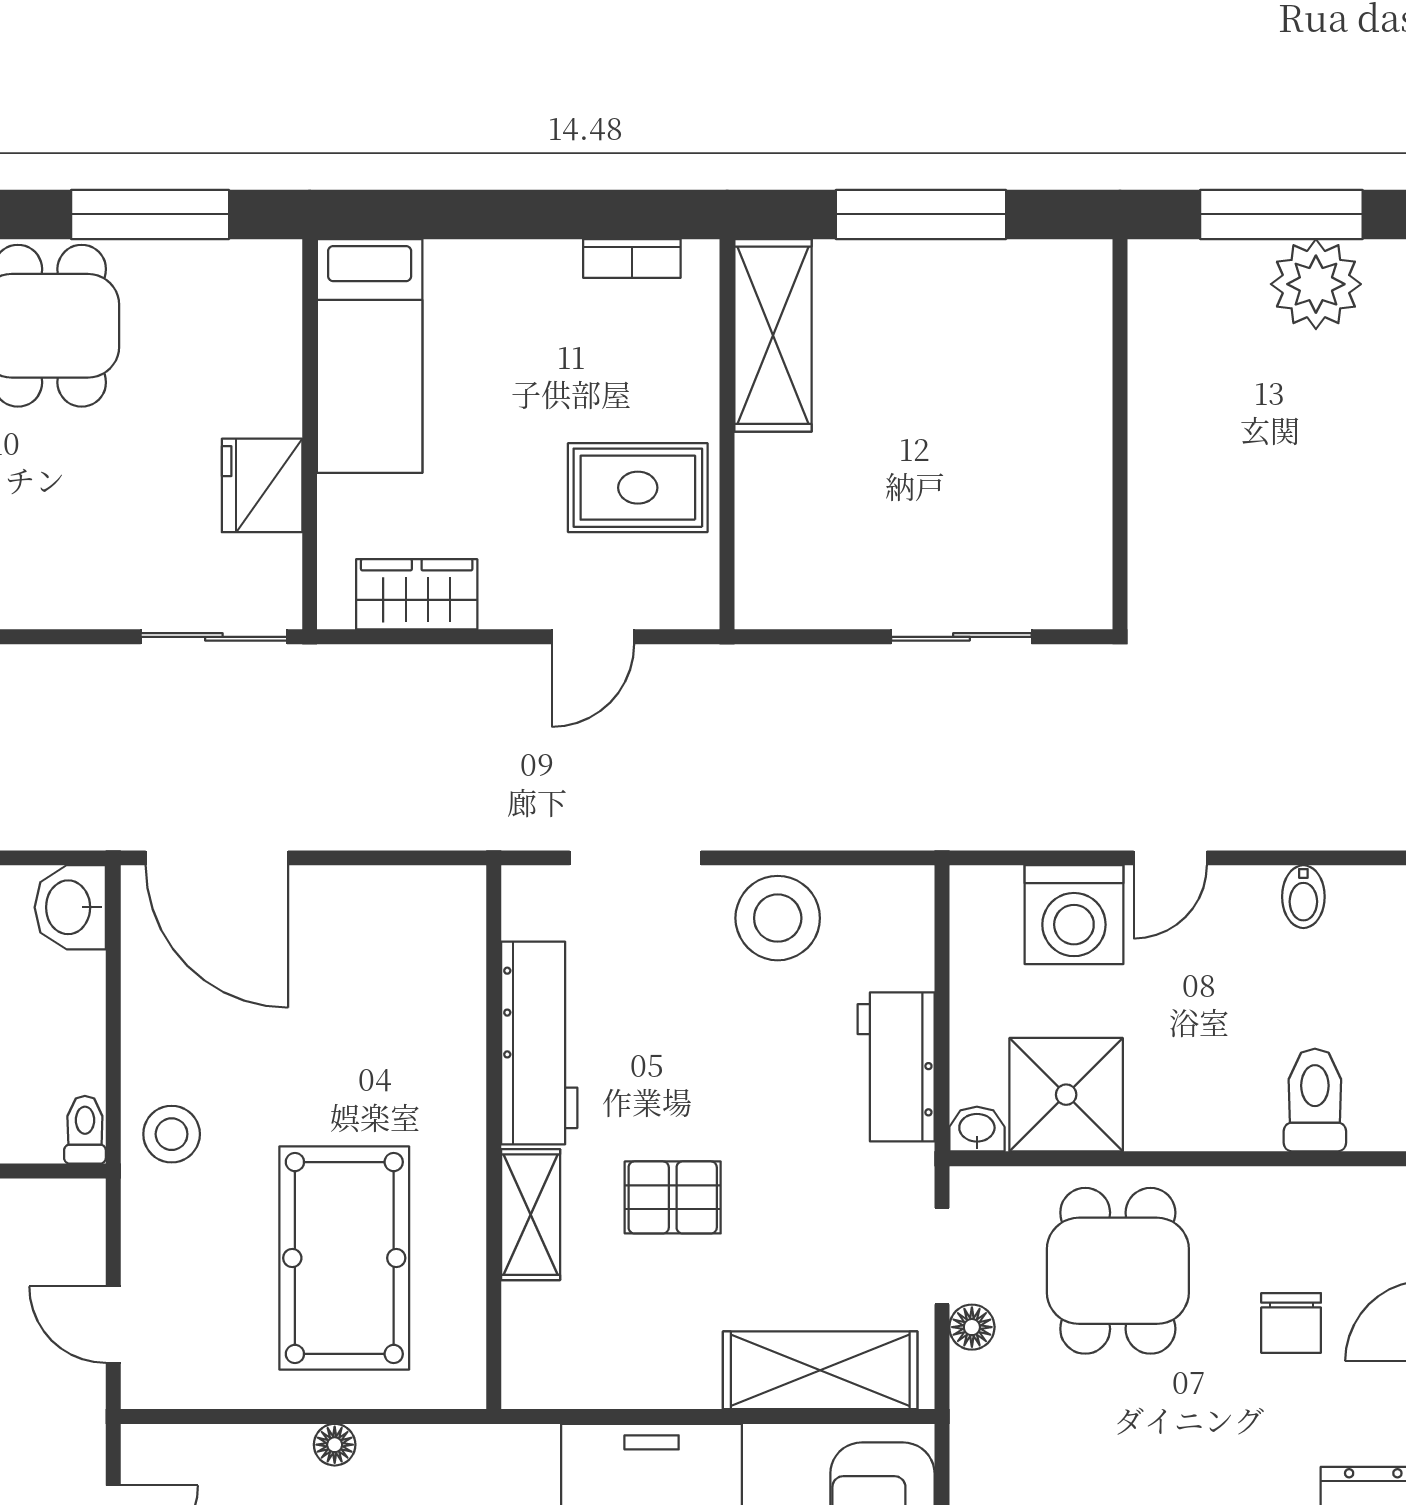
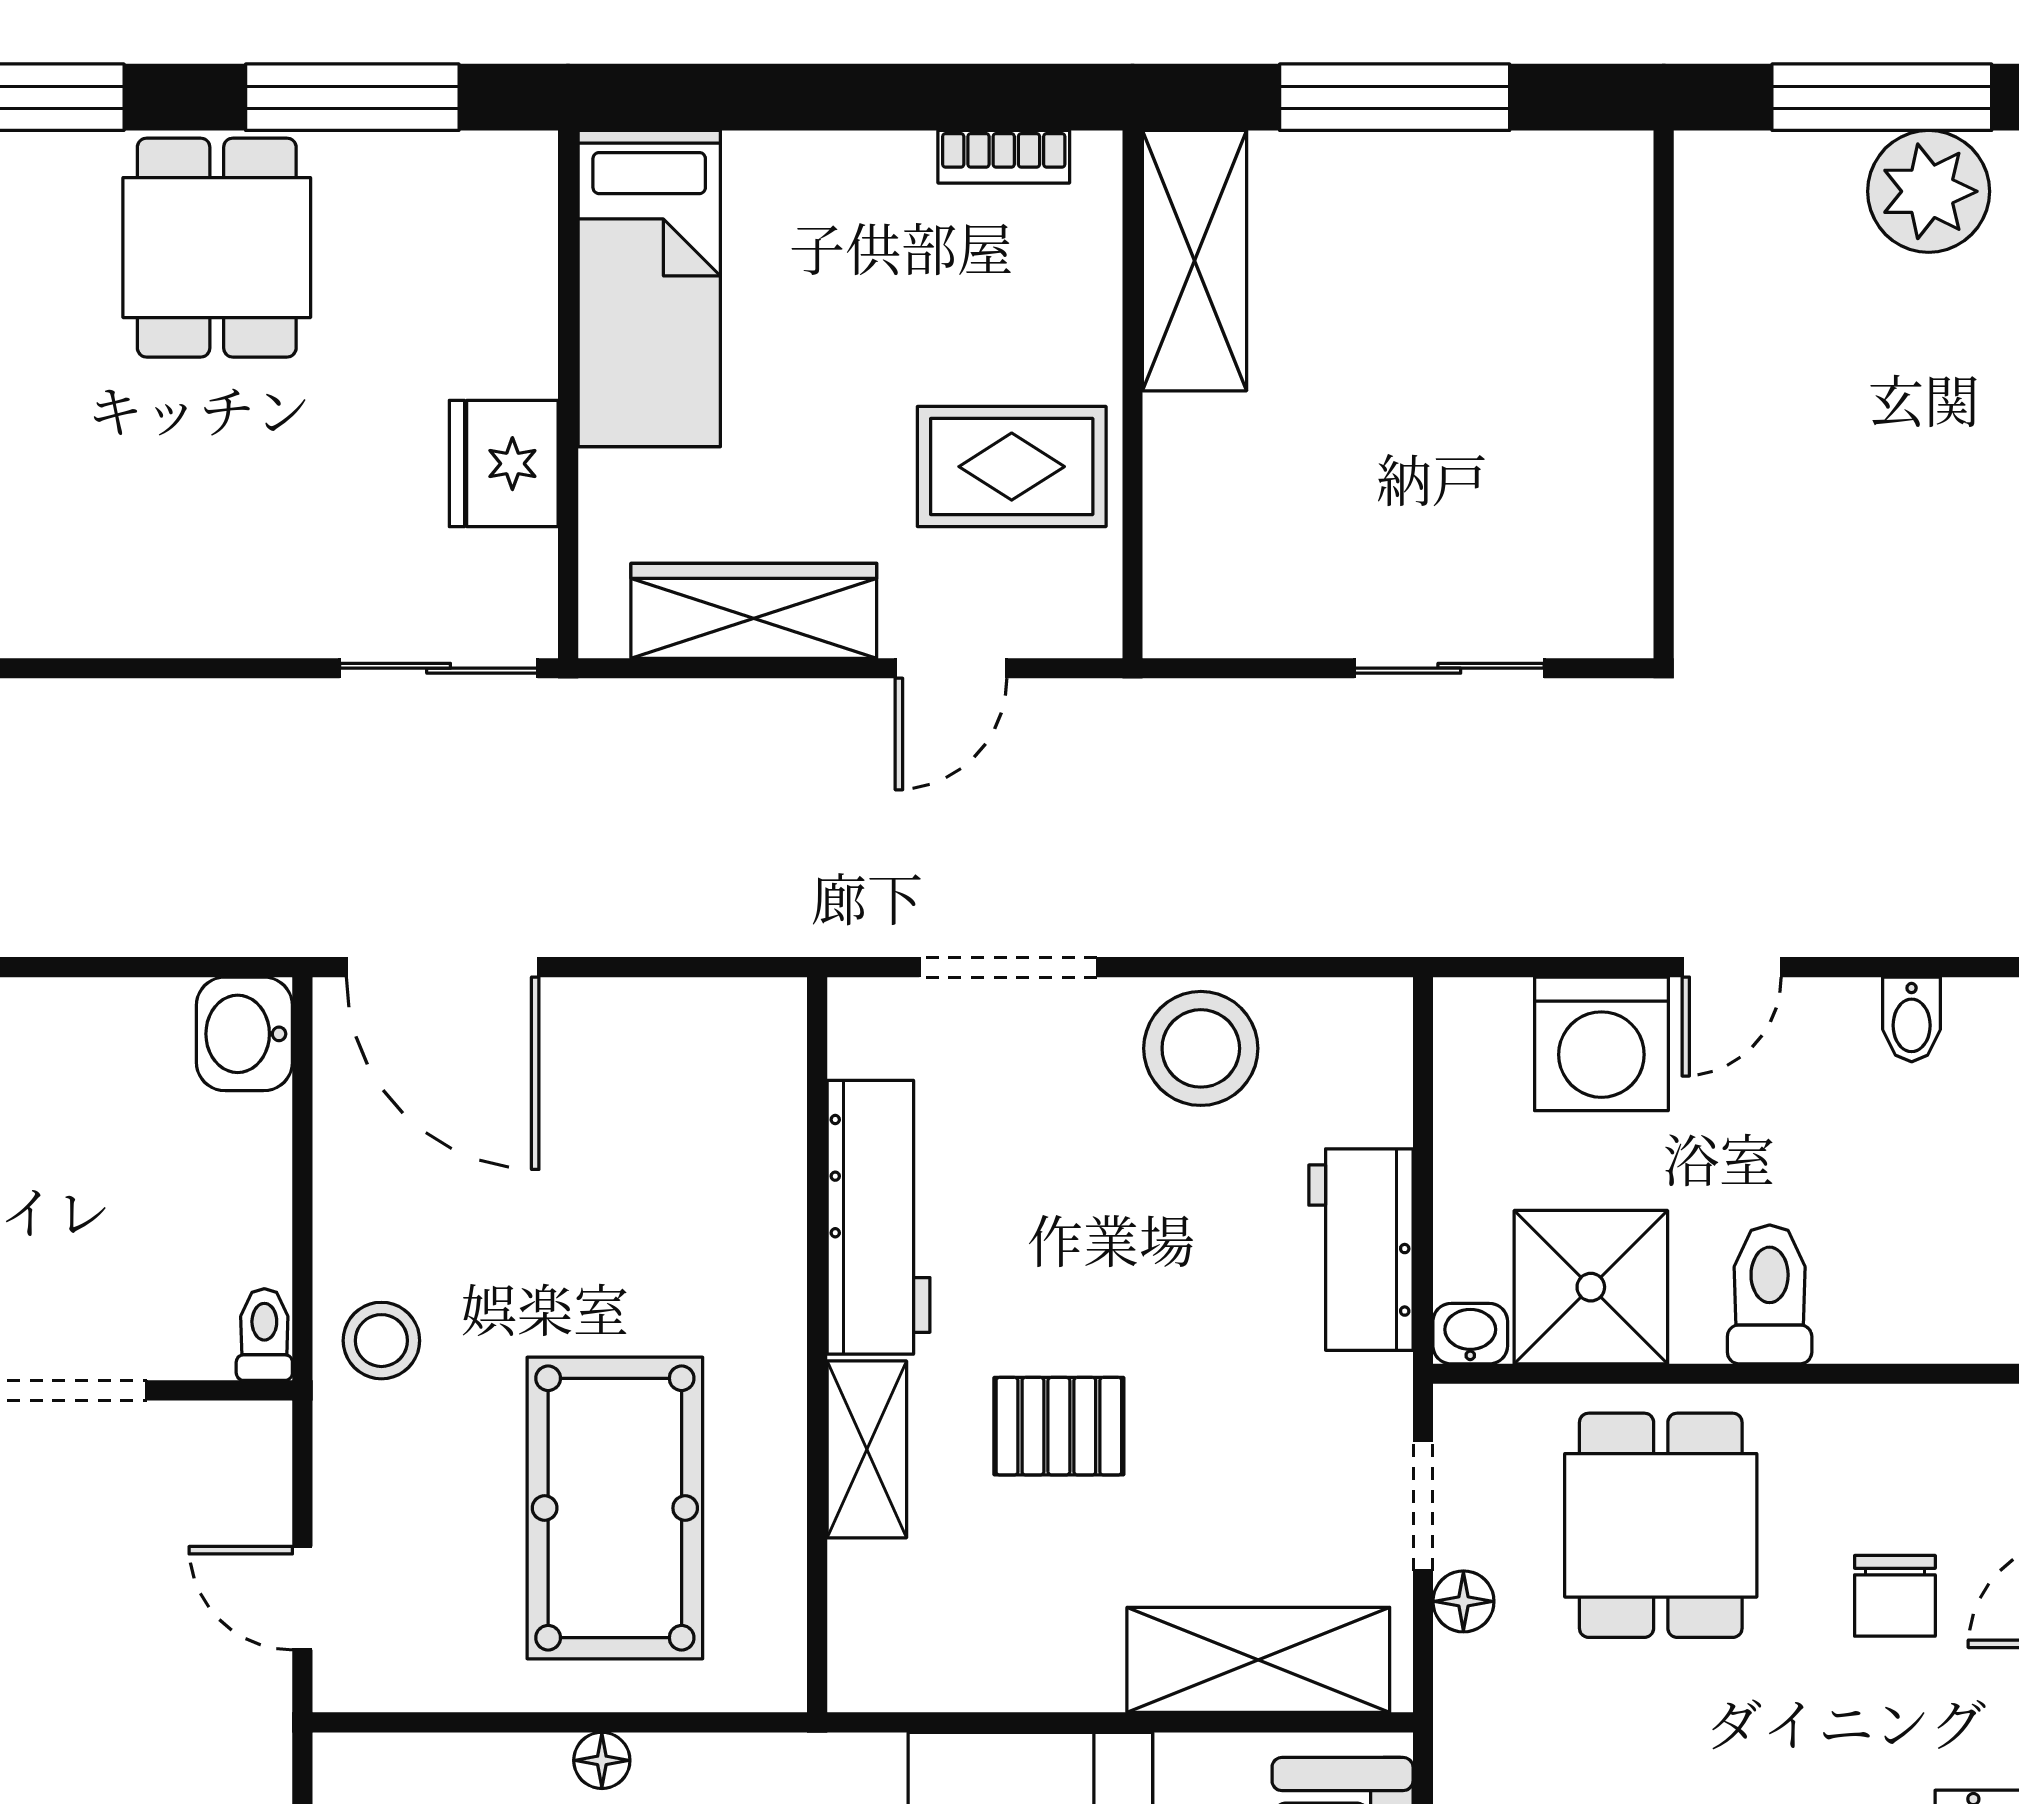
wardrobe: (417, 594) -> (754, 611), width x1.50
toilet: (1315, 1100) -> (1770, 1294), moved

